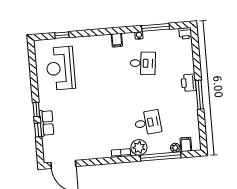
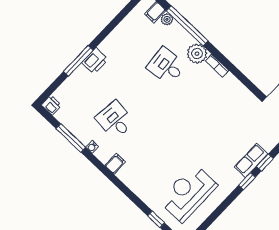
reception desk: (60, 68) -> (188, 193), turned 180
window: (199, 95) -> (78, 61), moved

